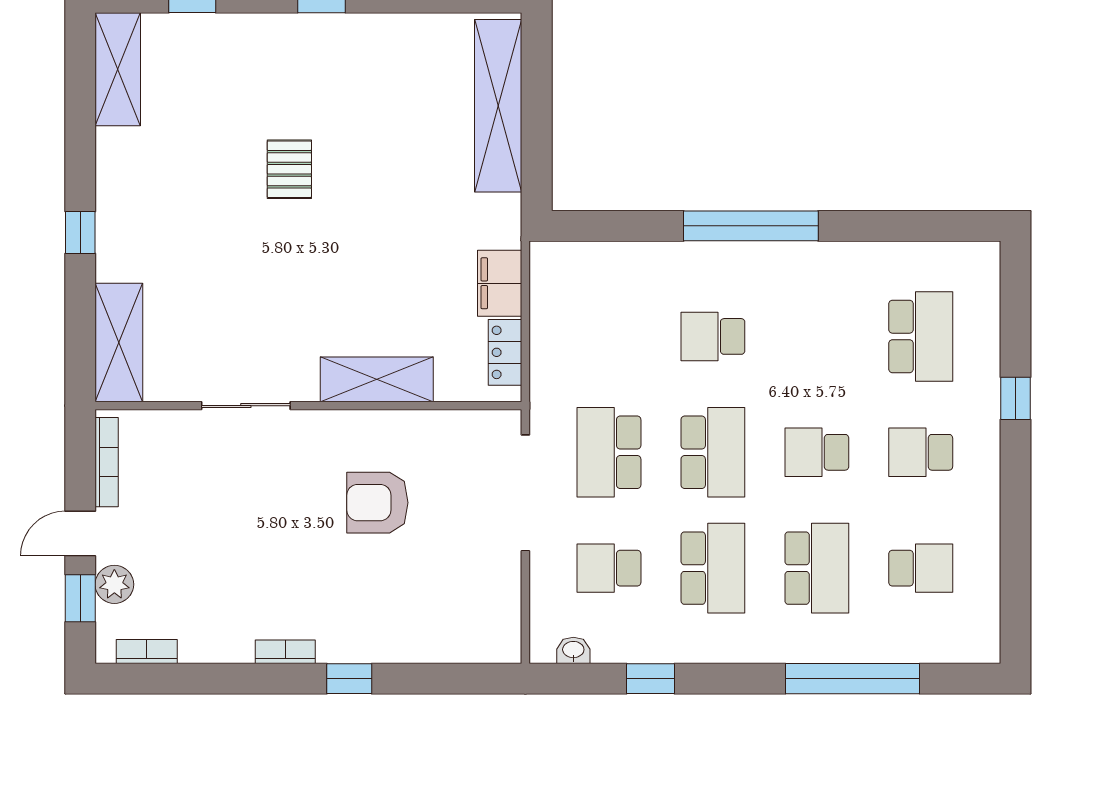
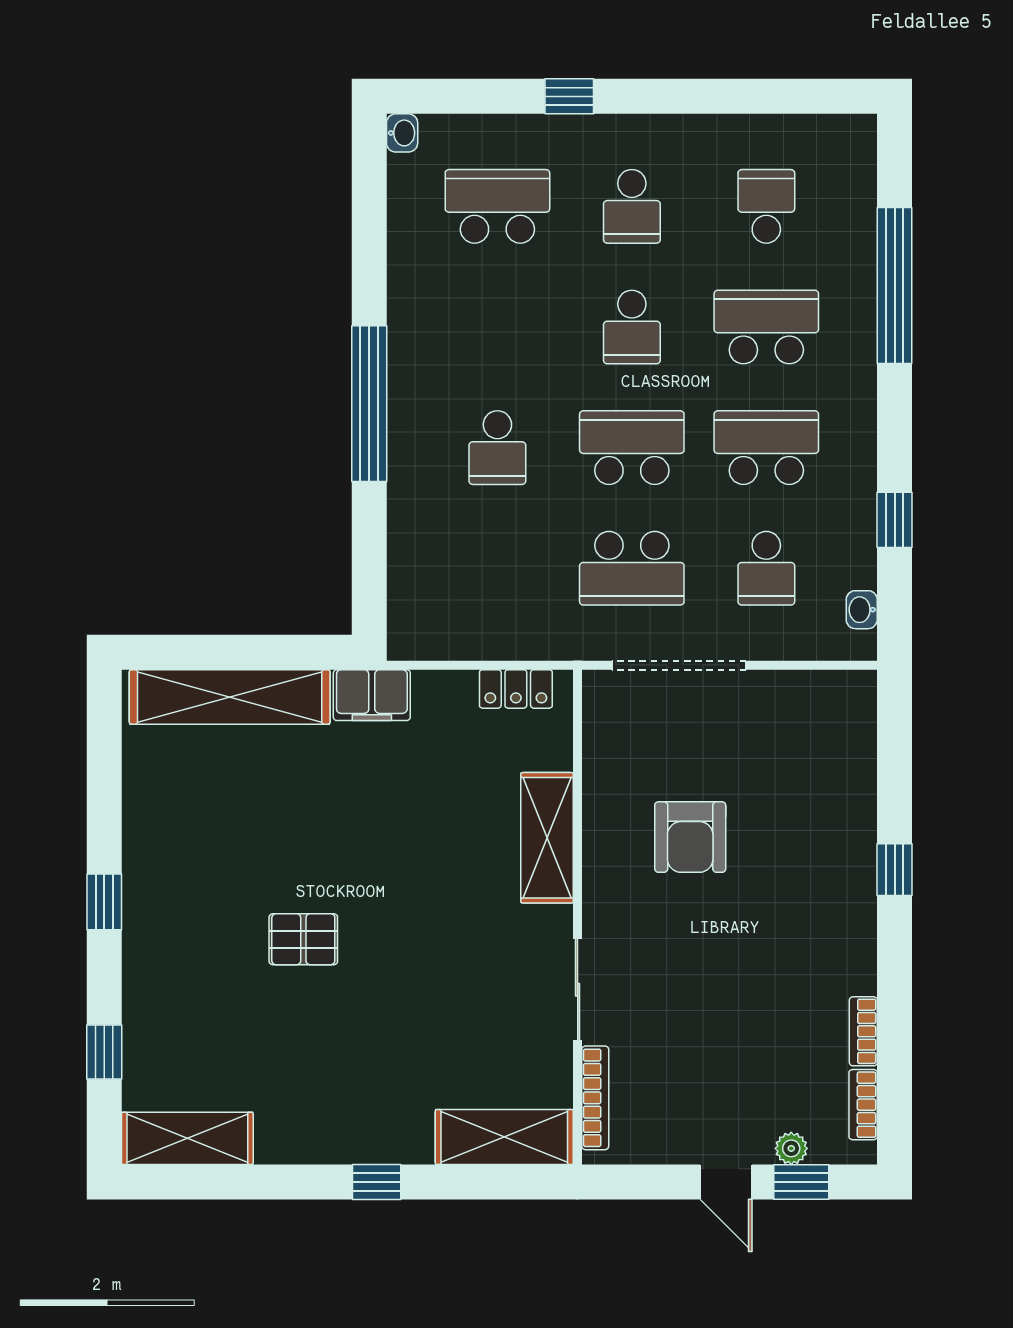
washbasin: (984, 254) -> (402, 133), added
filing cabinet: (500, 283) -> (372, 695), moved
bookcase: (107, 462) -> (595, 1098), moved, turned 90
plant: (114, 584) -> (791, 1148), width x0.73, depth x0.73
bookcase: (285, 652) -> (863, 1031), moved

